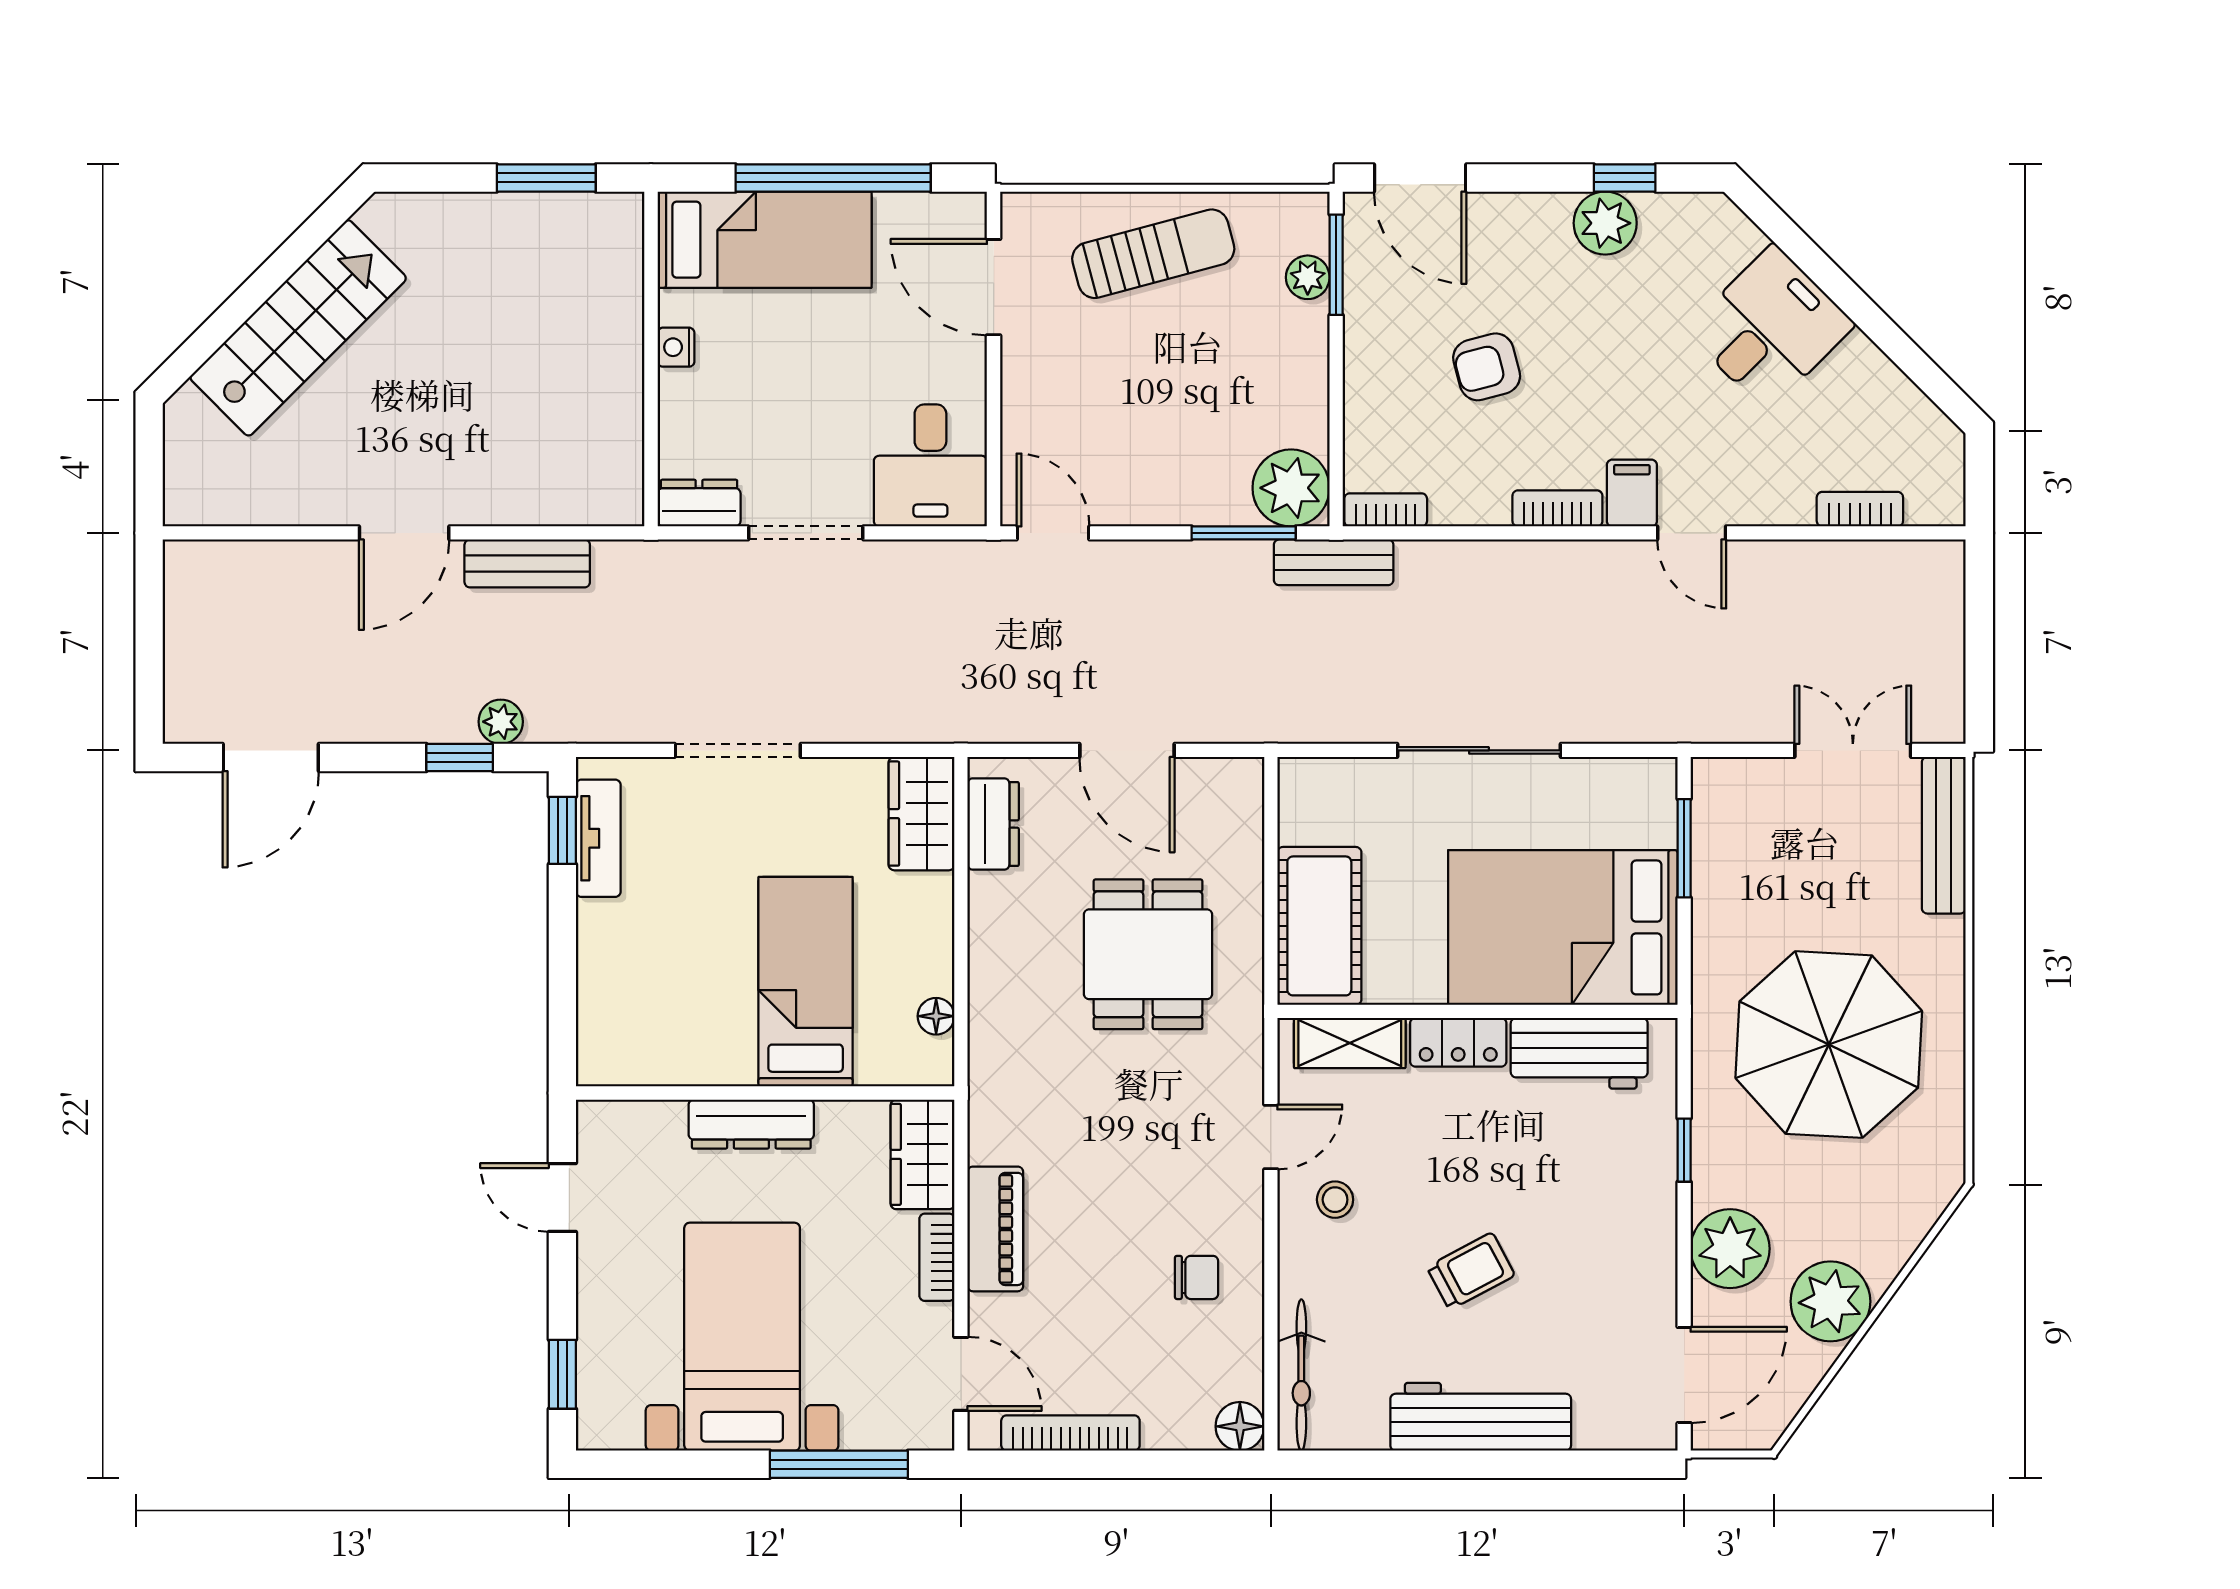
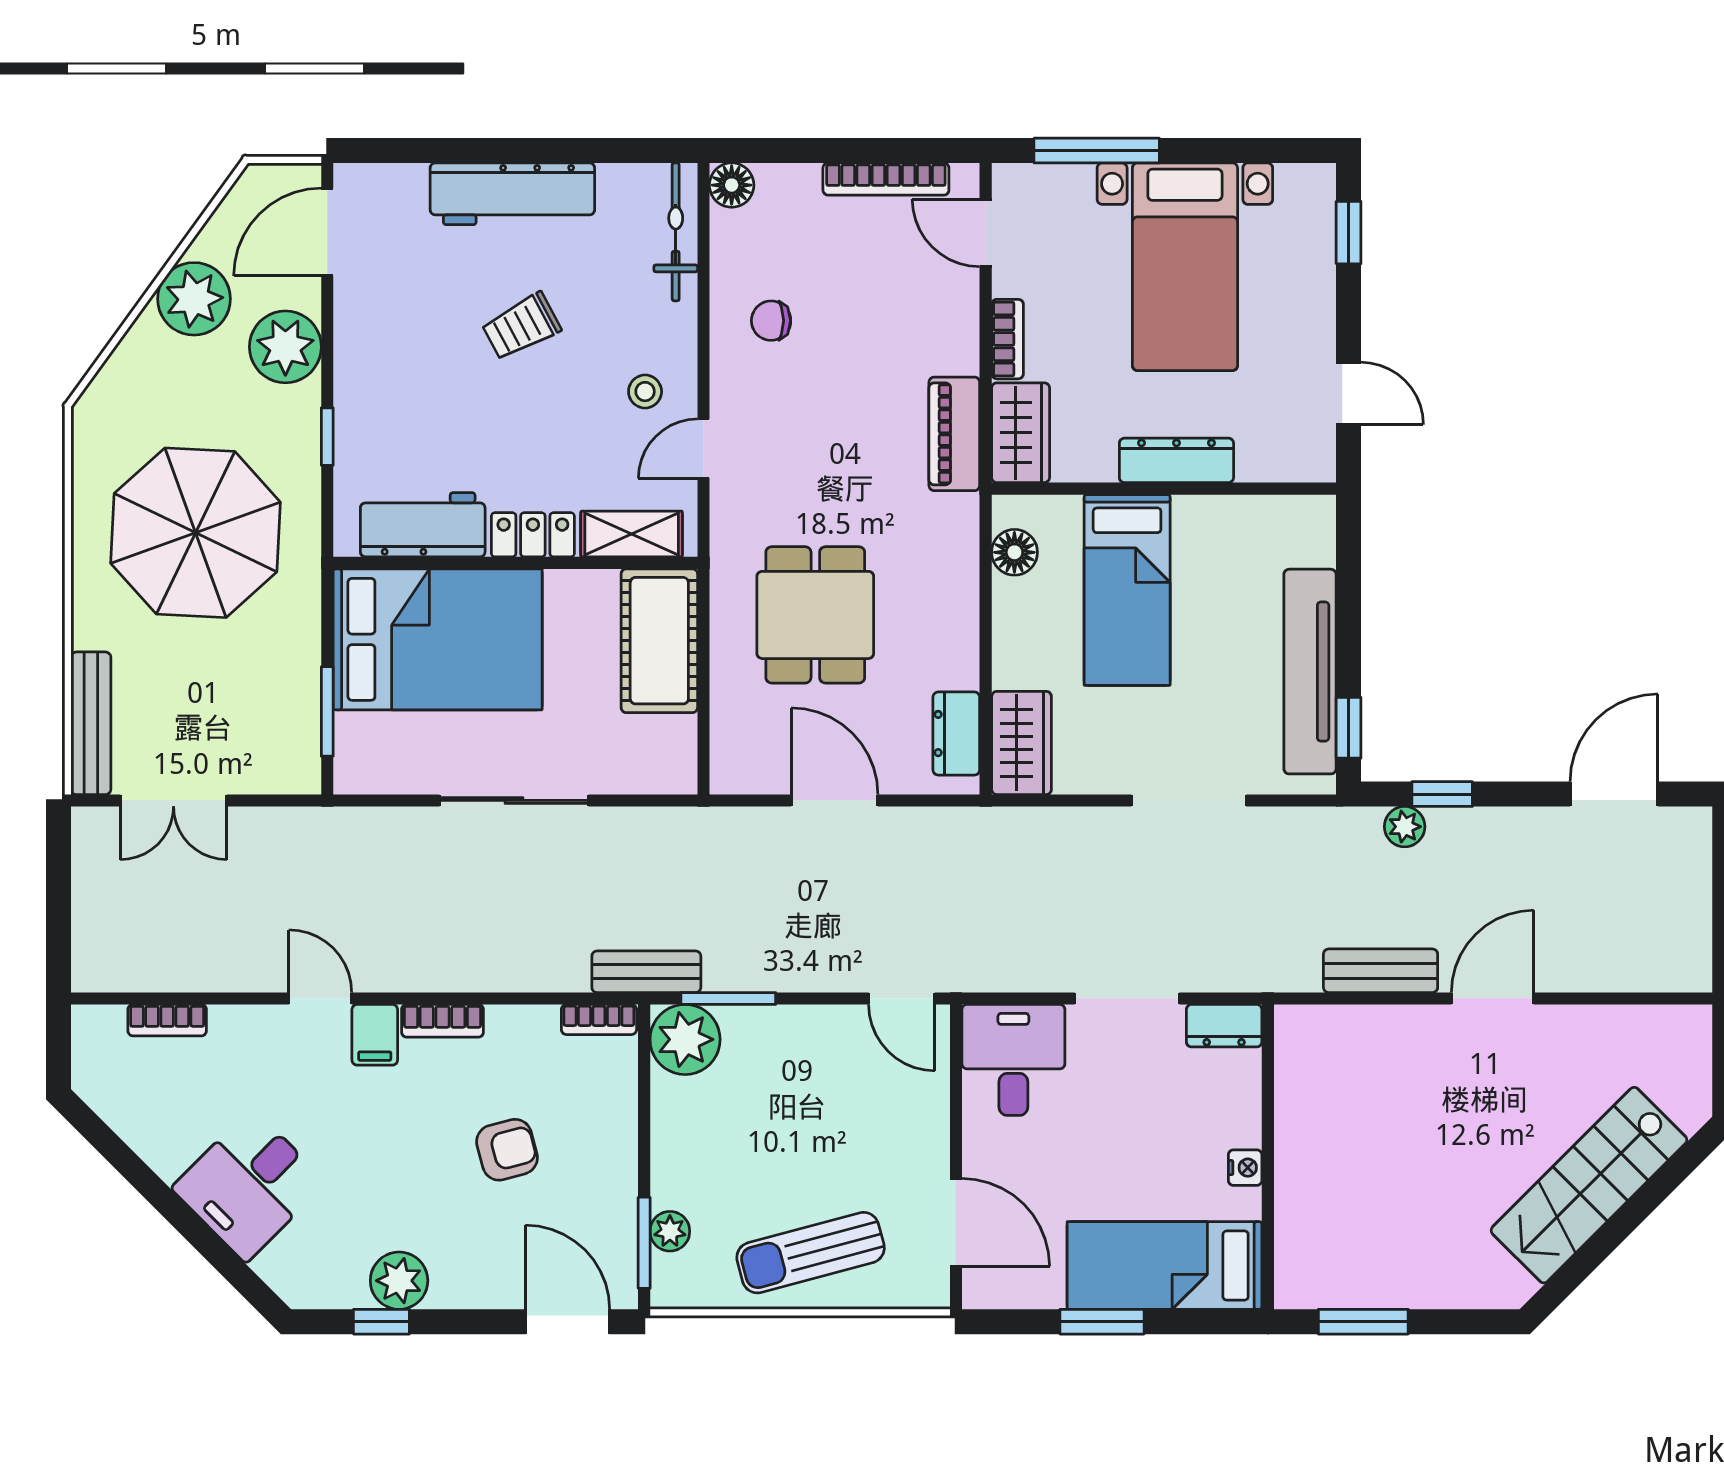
window: (833, 178) -> (1102, 1322), width x0.47
tv unit: (598, 838) -> (1310, 672), width x1.92, depth x1.29
floor lamp: (936, 1016) -> (1014, 552), width x1.37, depth x1.37
piano: (995, 1229) -> (954, 434), moved

